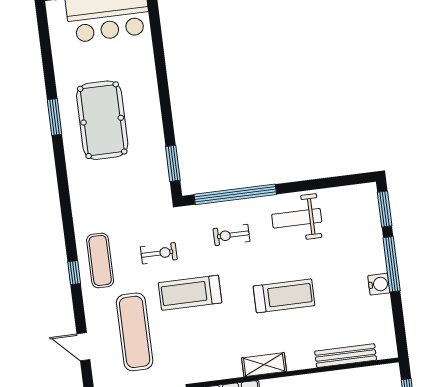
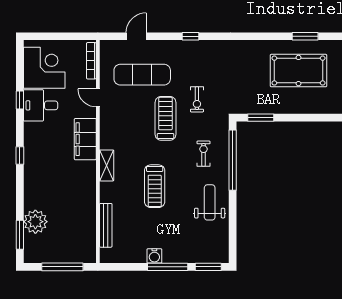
exercise mat: (100, 260) -> (197, 56), removed

